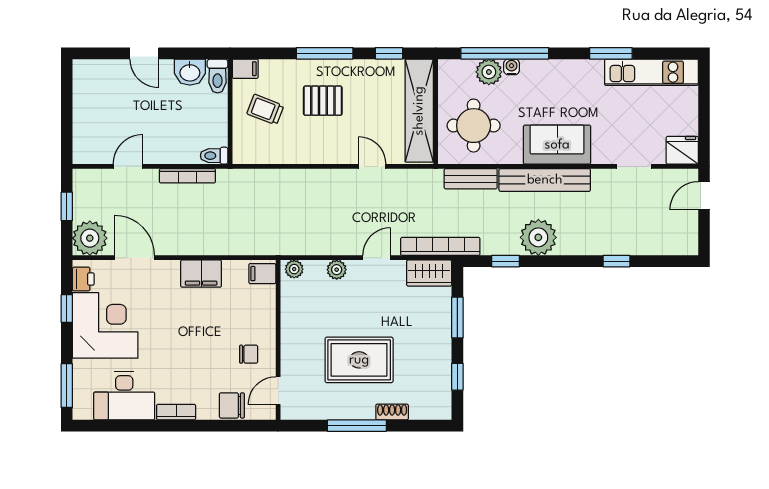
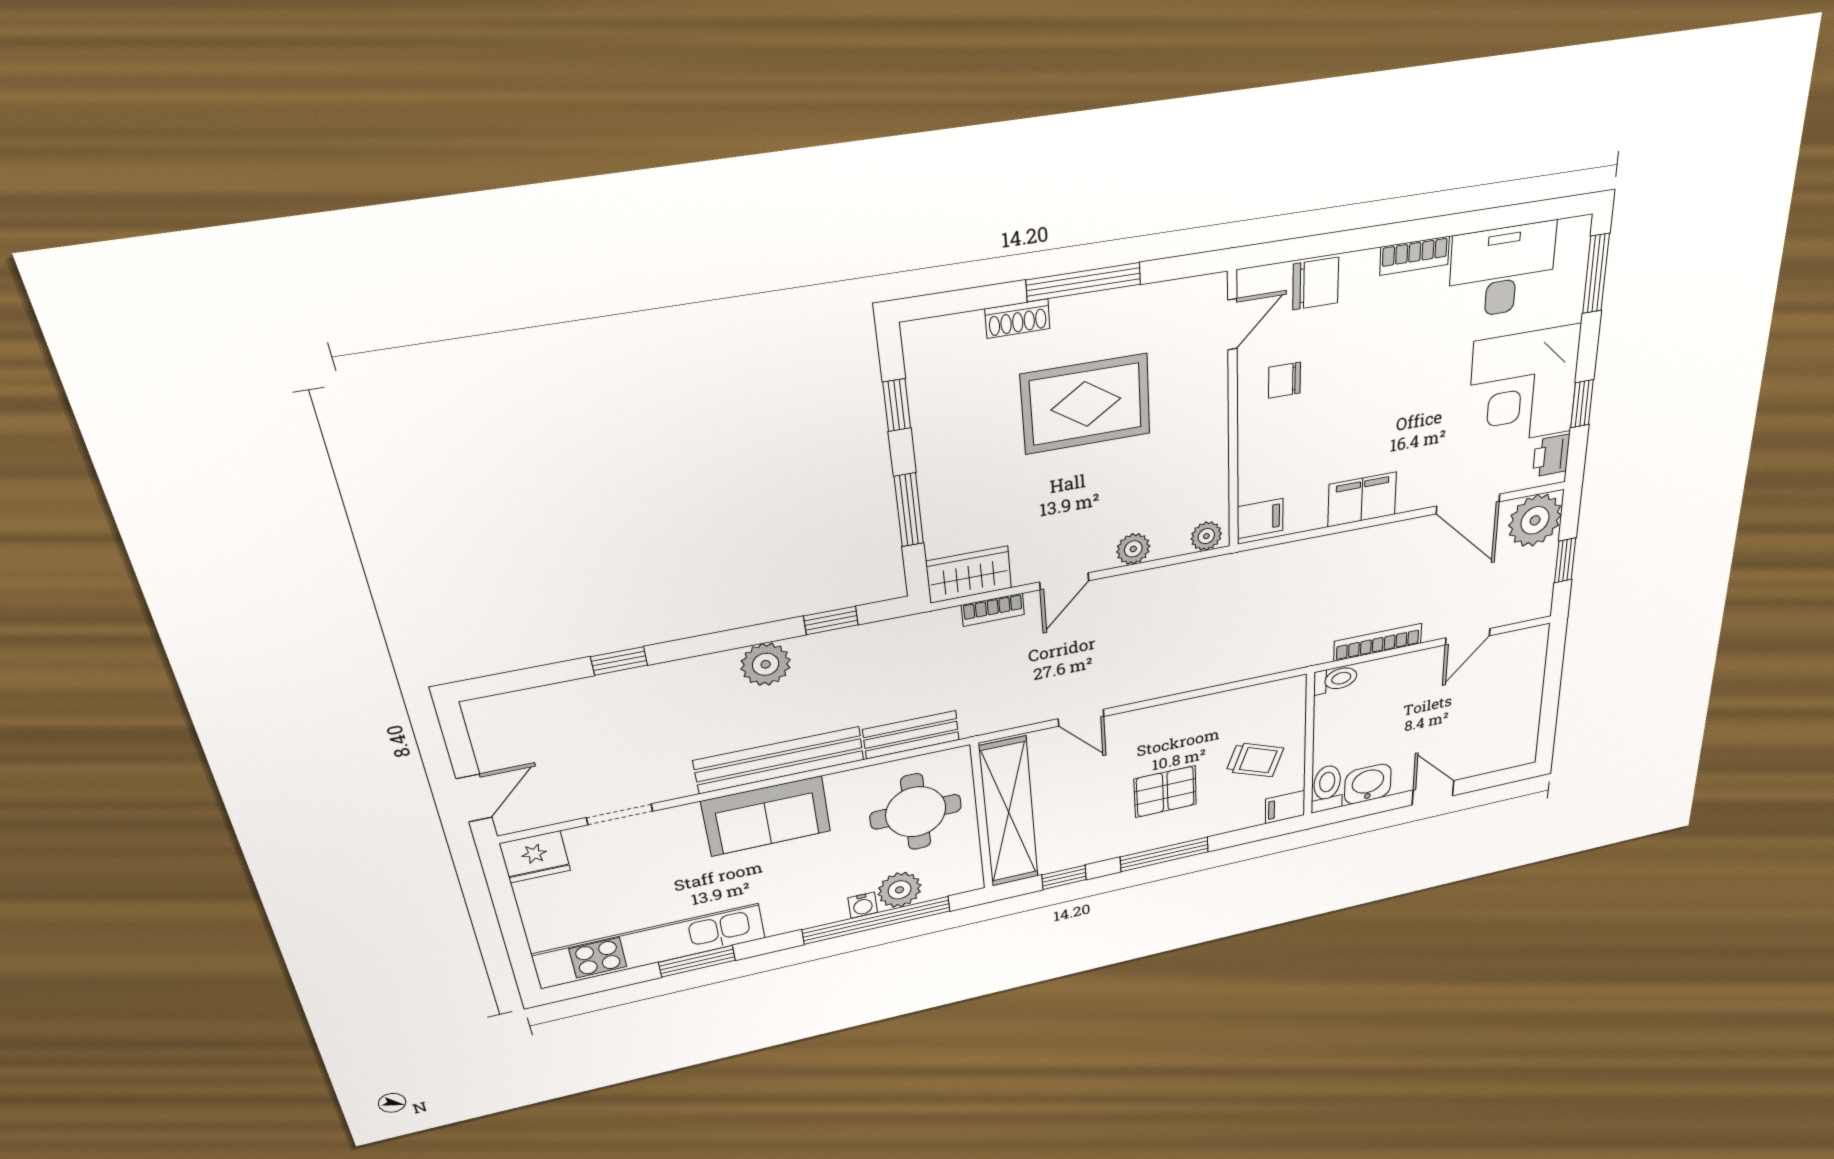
kitchen unit: (651, 72) -> (650, 946), width x1.36
plant: (538, 237) -> (766, 664), width x0.73, depth x0.73
bookcase: (440, 246) -> (993, 610), width x0.43, depth x0.76

